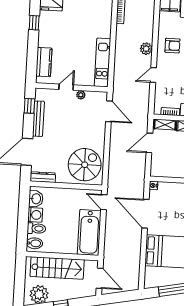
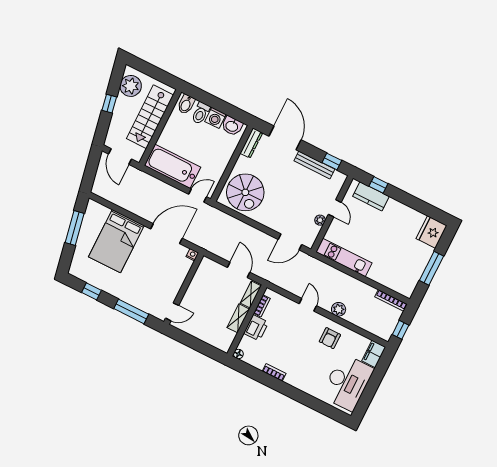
window: (34, 23) -> (378, 185), moved
door: (100, 278) -> (120, 156), hinge flipped

